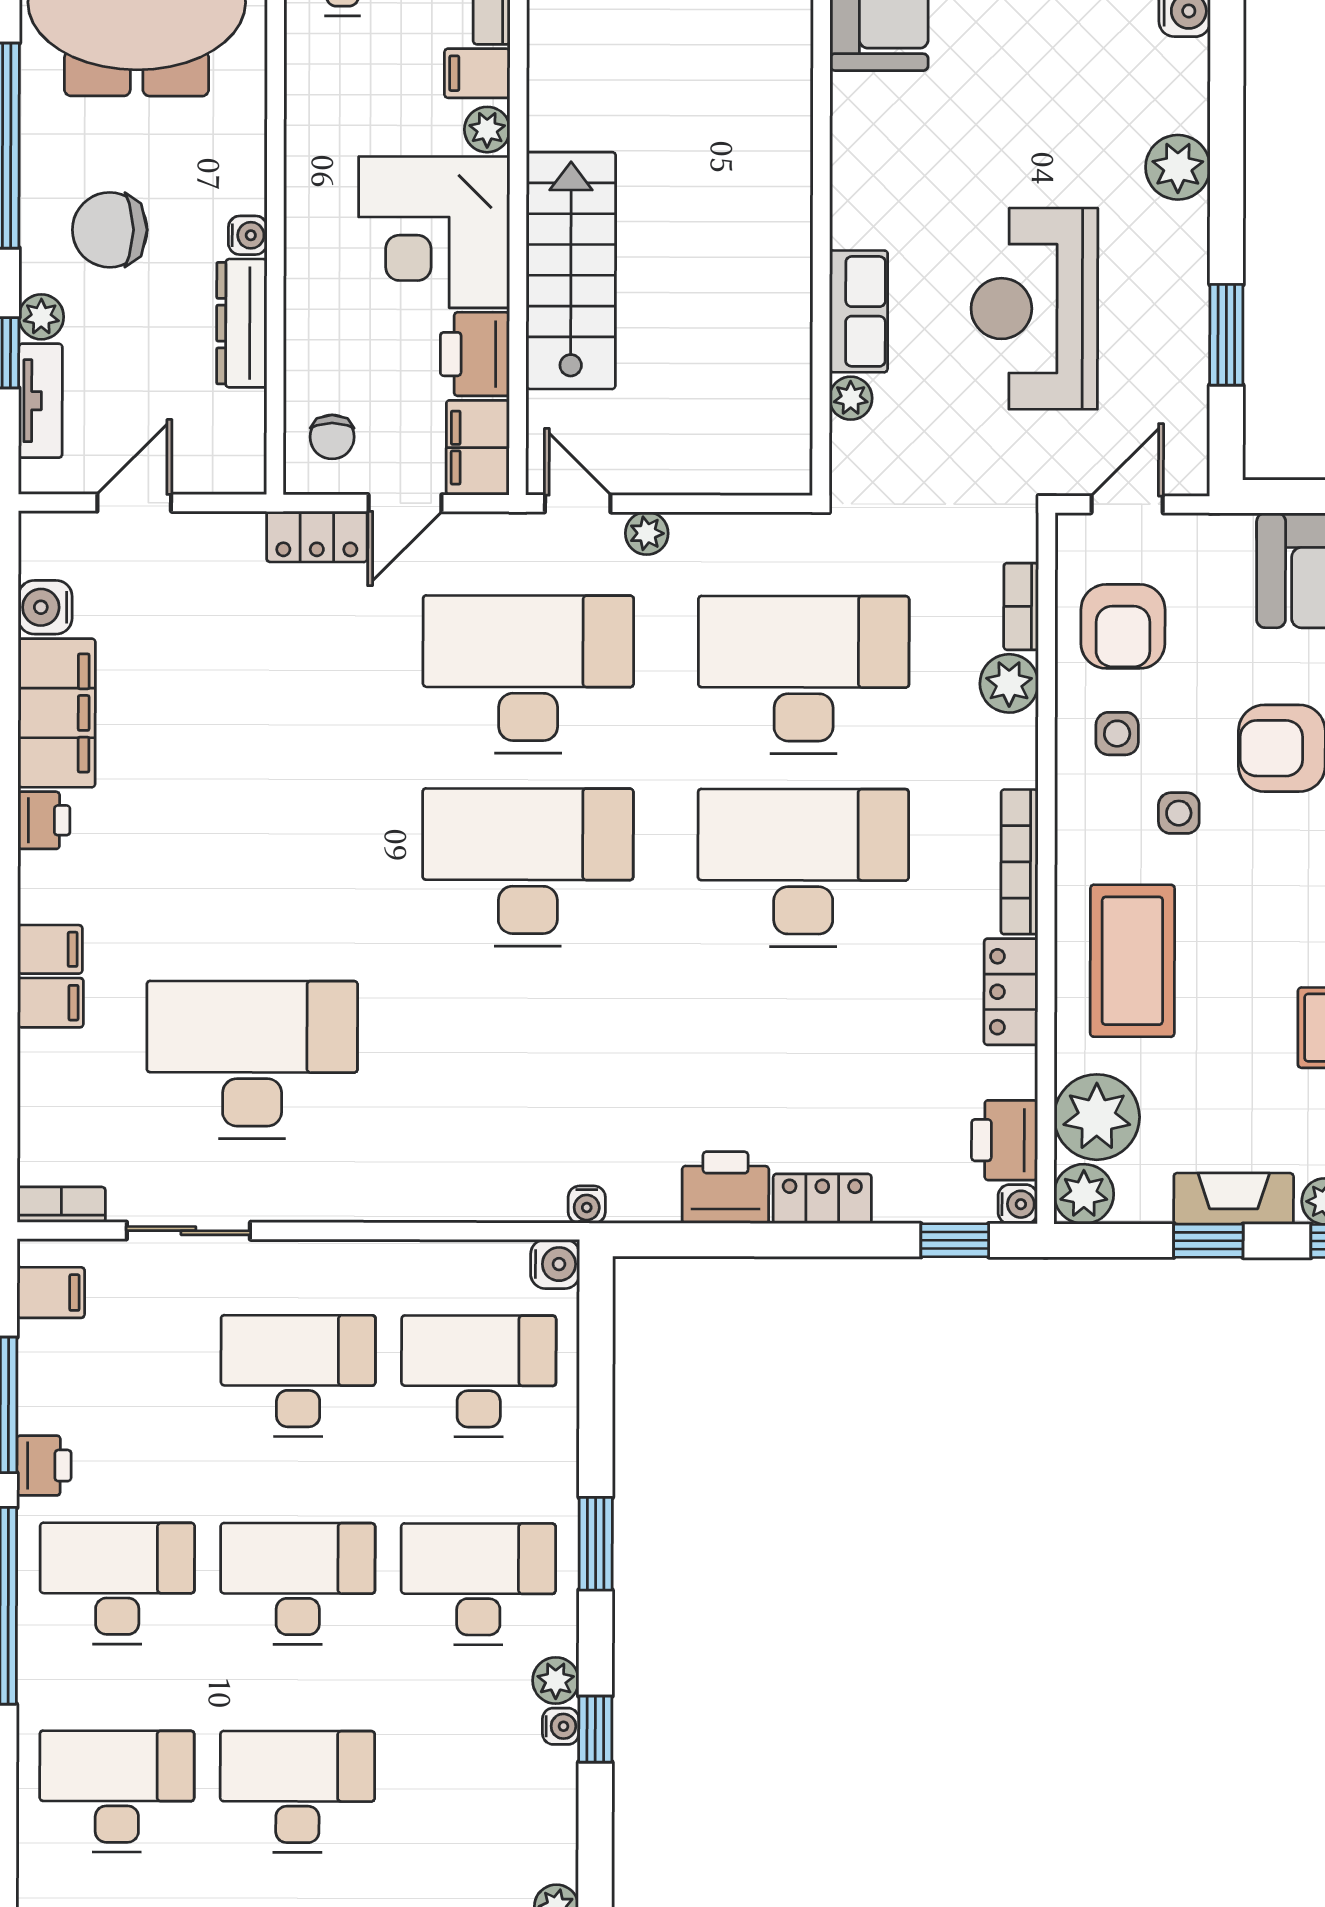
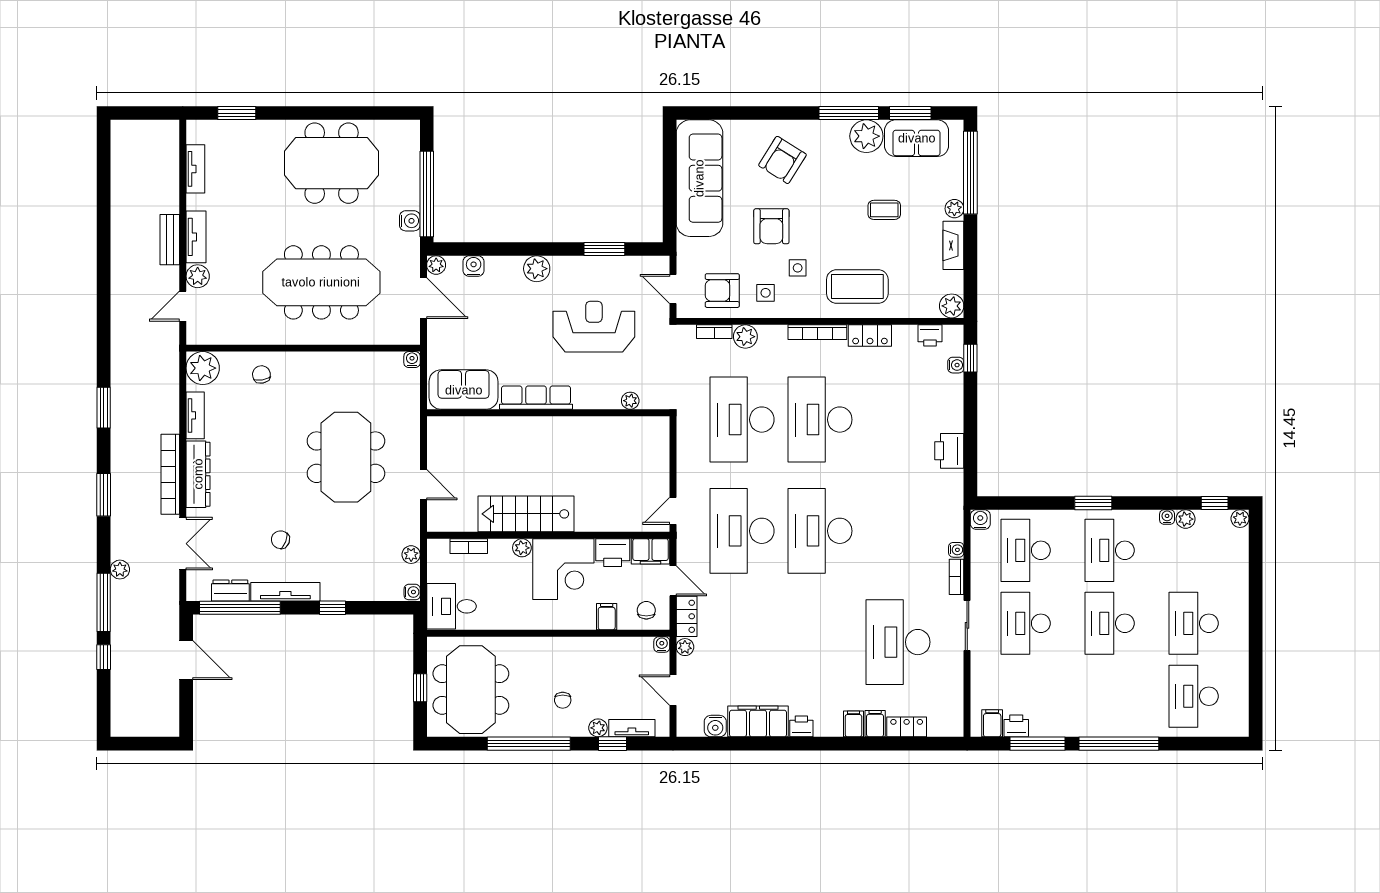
filing cabinet: (477, 73) -> (607, 617), moved, turned 180
chair: (110, 230) -> (563, 700), width x0.54, depth x0.54
water cooler: (248, 235) -> (662, 644), moved
stairs: (571, 271) -> (526, 514), moved
reception desk: (1034, 309) -> (594, 327), turned 180
row of seats: (859, 311) -> (536, 398), moved, width x1.48
dresser: (242, 323) -> (600, 647), removed
chair: (332, 437) -> (646, 610), turned -90
plant: (647, 533) -> (685, 647), moved
armchair: (1123, 626) -> (722, 291), turned 180
plant: (1097, 1117) -> (921, 301), removed
printer: (1004, 1140) -> (930, 335), width x0.73, depth x0.81
locker: (822, 1199) -> (907, 727), moved, turned 90
water cooler: (1018, 1204) -> (956, 365), moved, turned 90
bookcase: (61, 1205) -> (957, 577), moved
water cooler: (587, 1205) -> (956, 550), moved
sliding door: (188, 1231) -> (967, 625), moved
window: (1208, 1241) -> (970, 256), removed
printer: (44, 1465) -> (1016, 726), moved
desk: (117, 1583) -> (1110, 696), removed
plant: (556, 1680) -> (1186, 519), moved
window: (595, 1729) -> (1215, 503), moved

